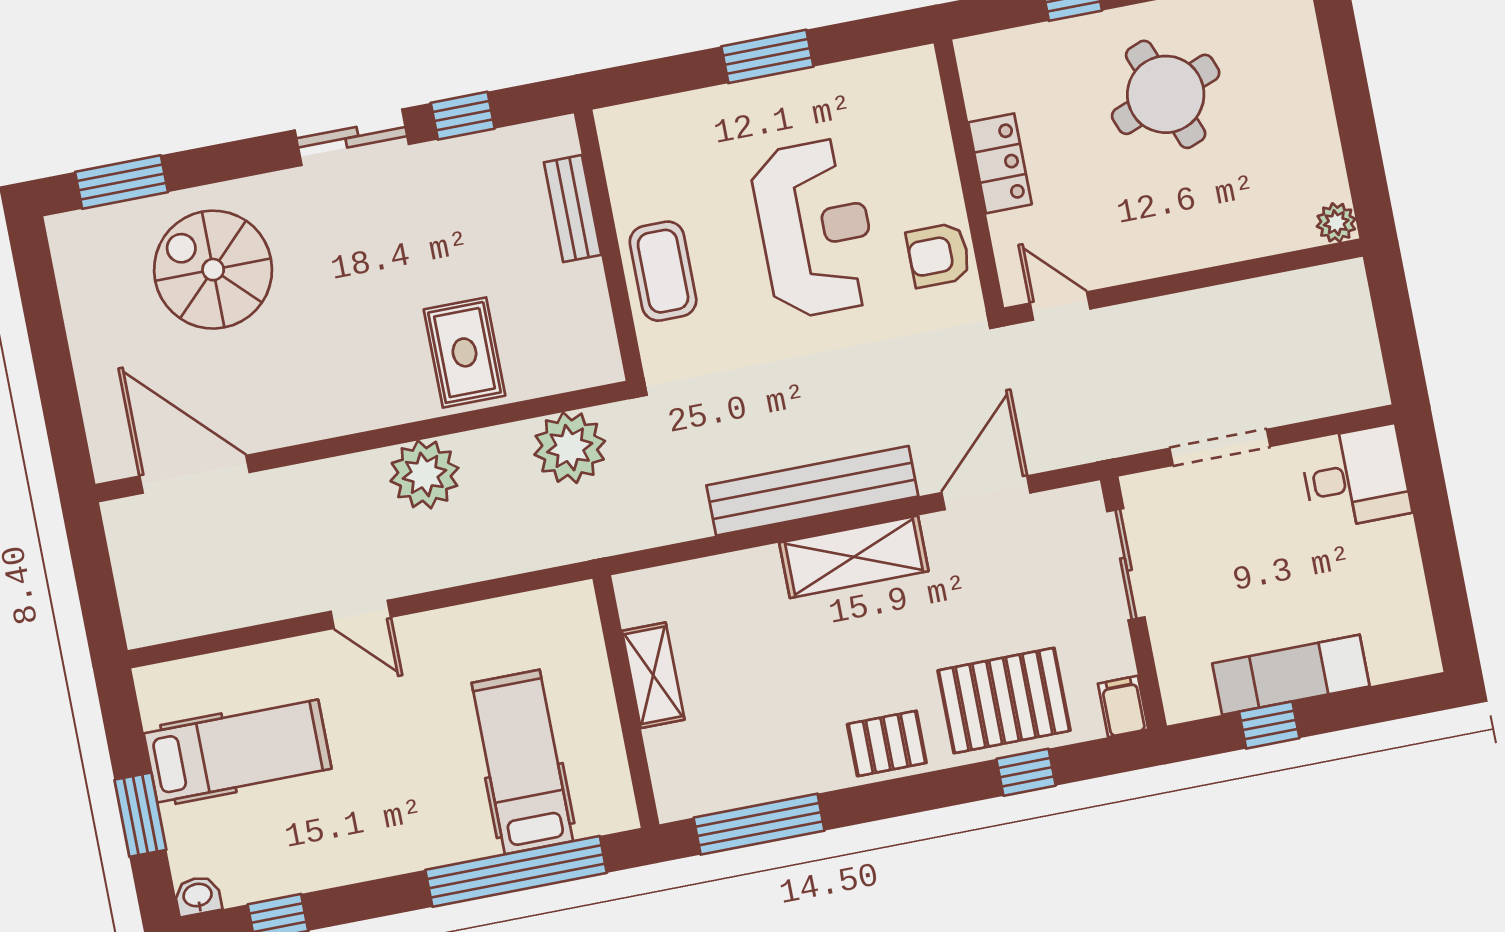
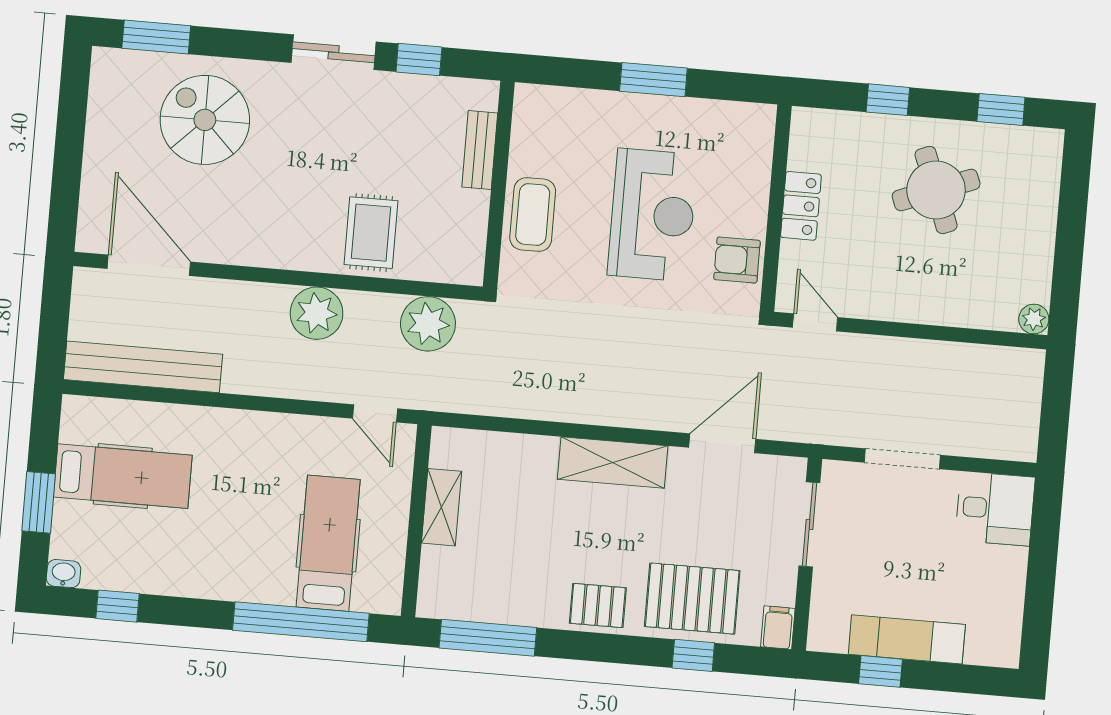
bench: (812, 491) -> (143, 367), moved
door: (361, 614) -> (375, 413), moved

